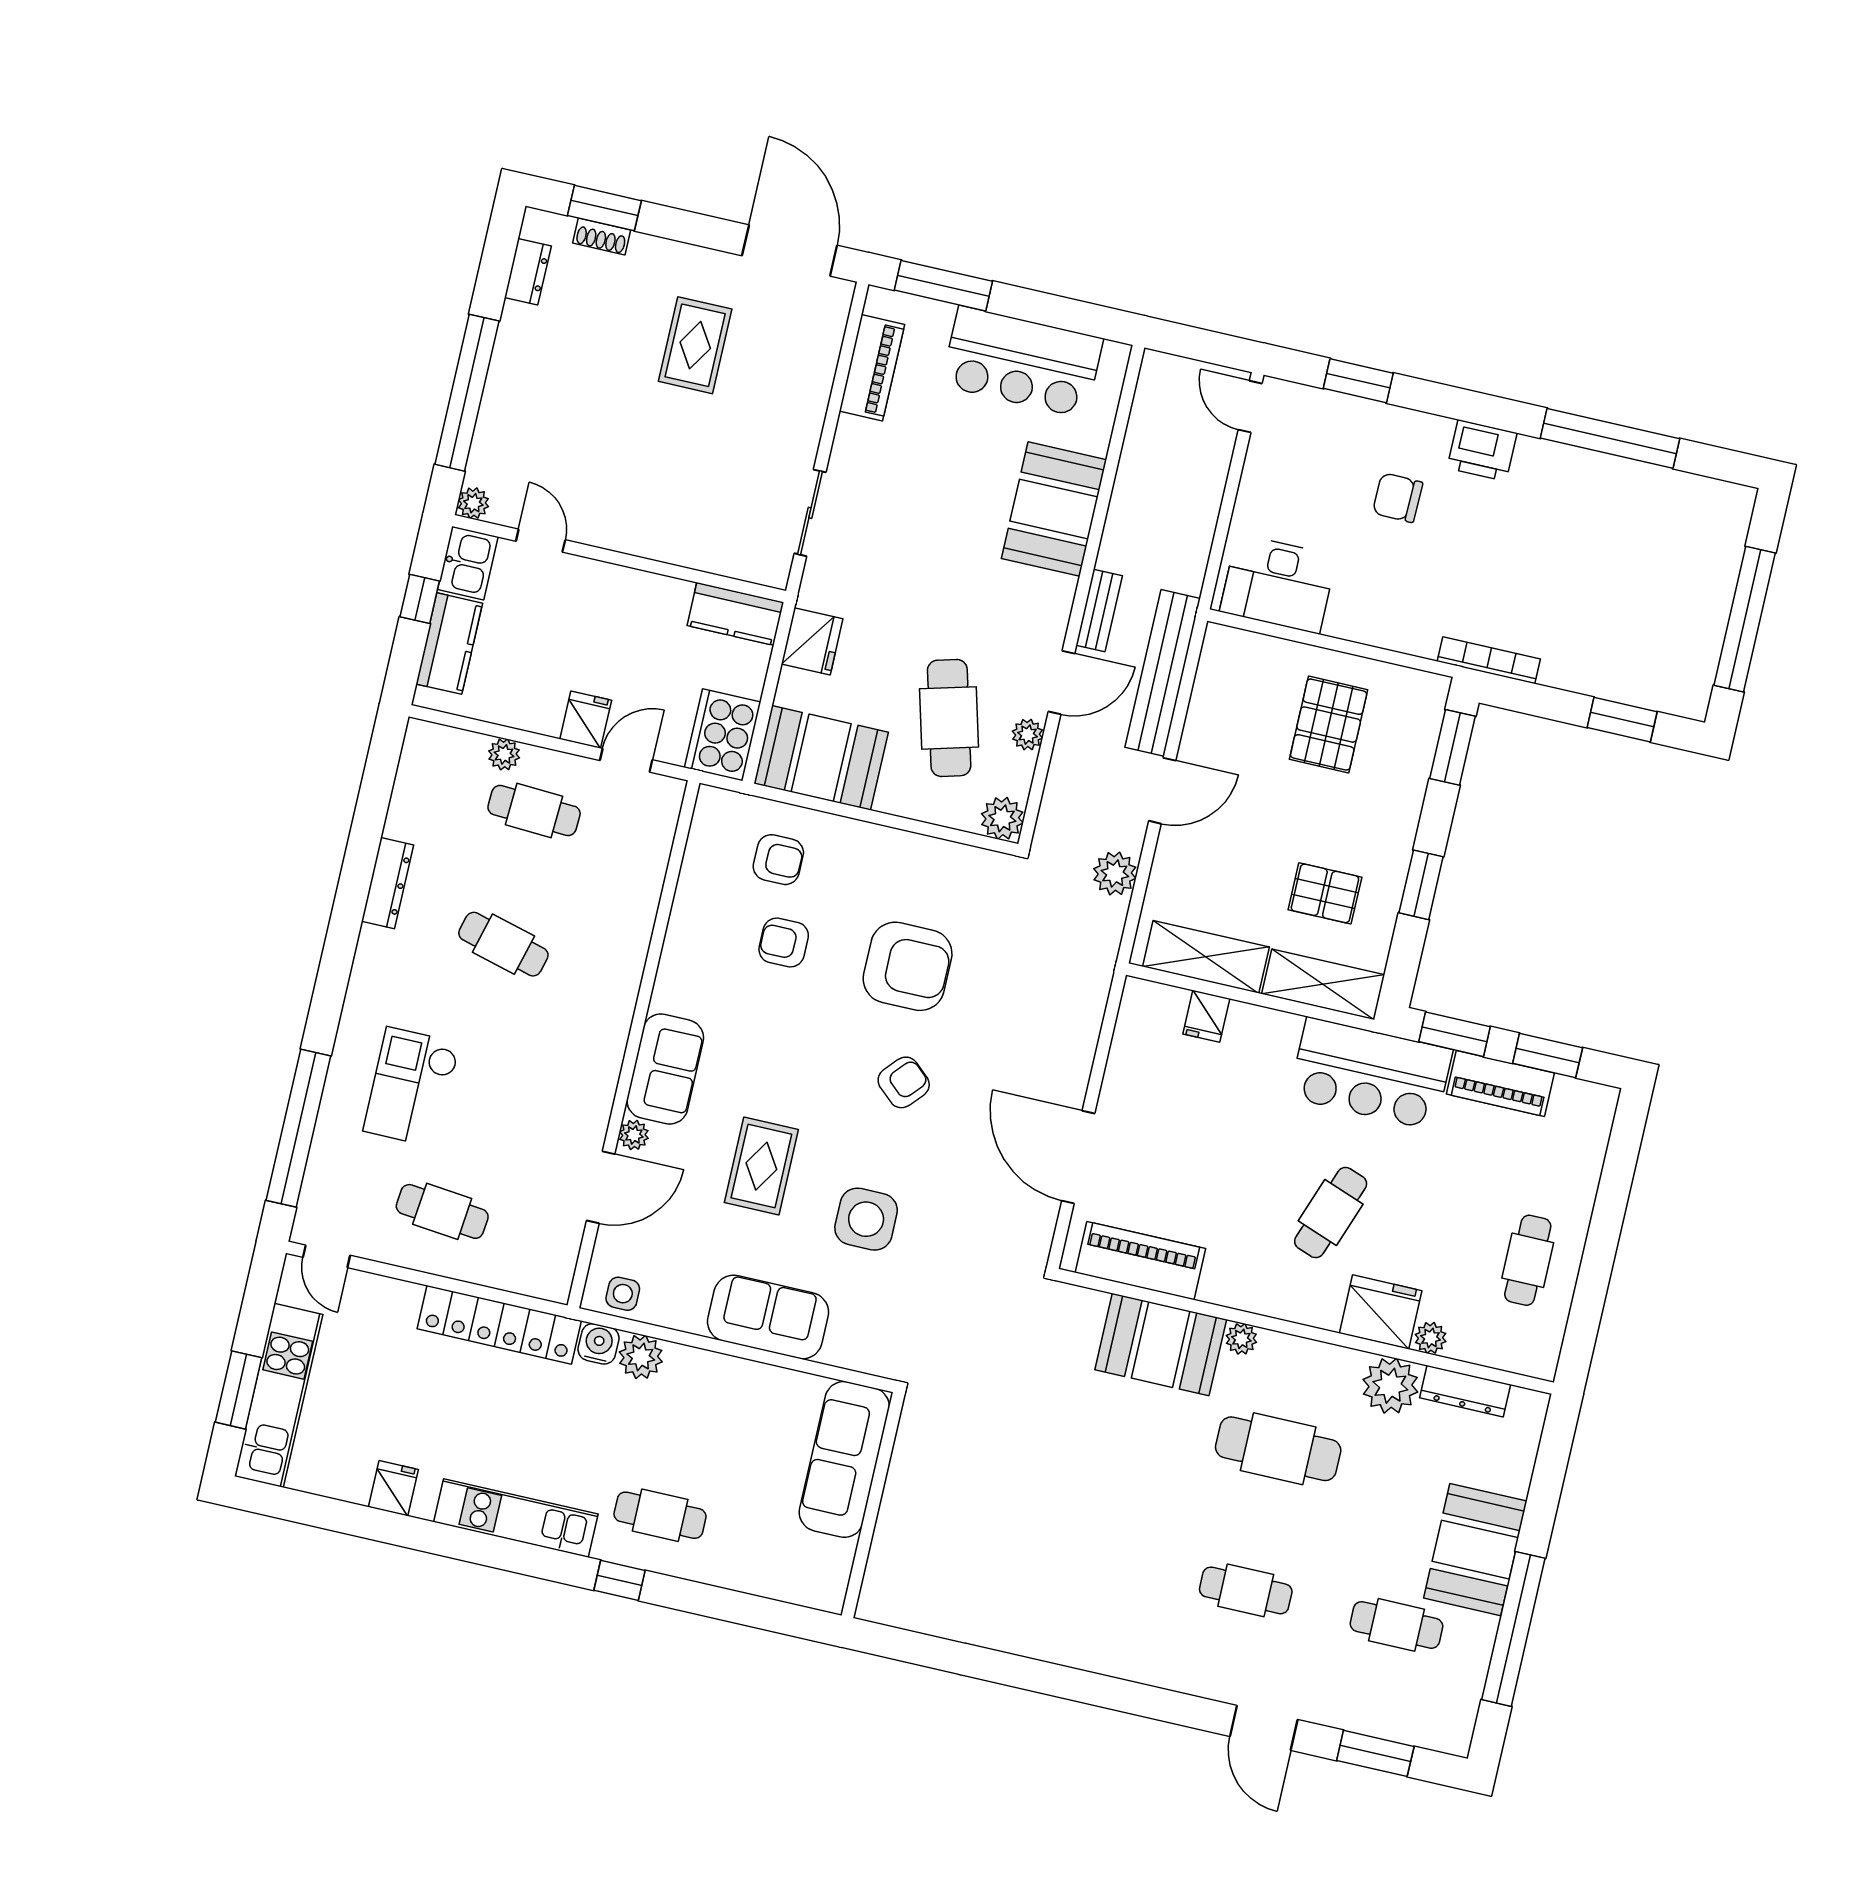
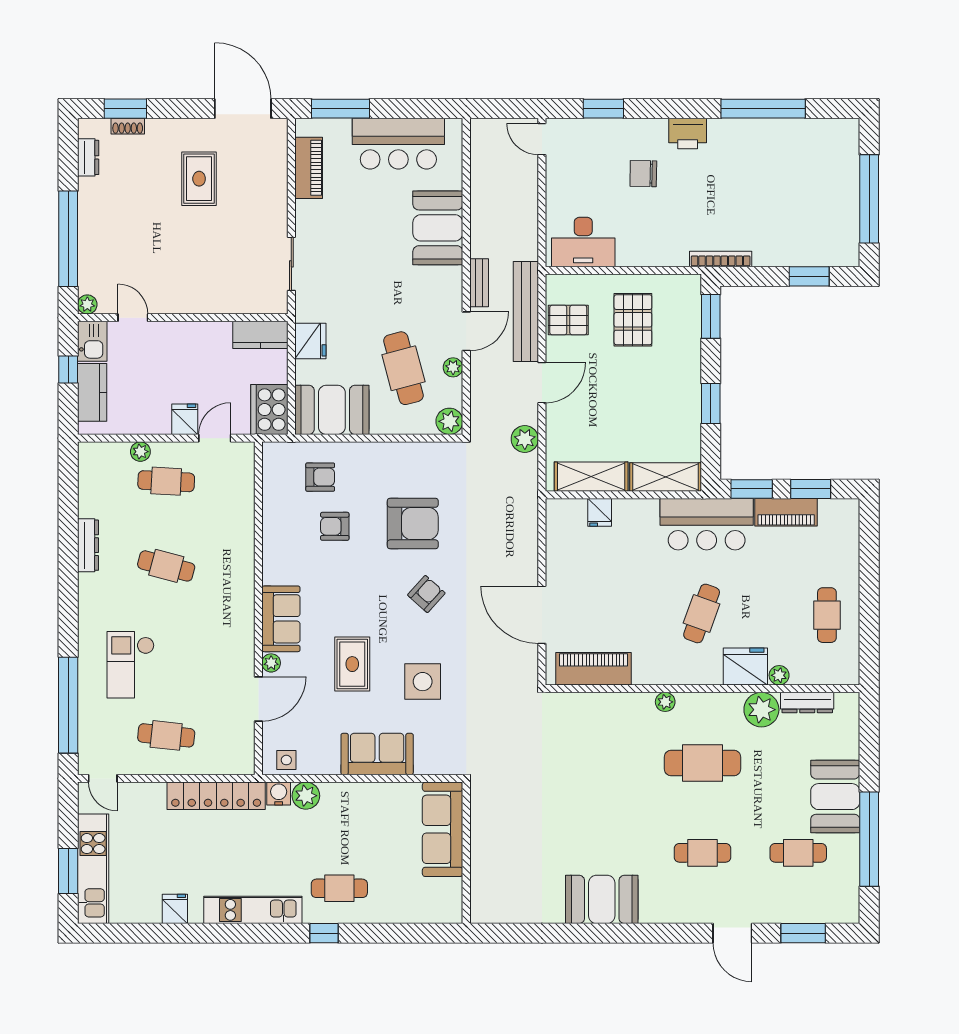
pallet: (1325, 893) -> (568, 320), moved
booth: (1161, 1345) -> (602, 899), moved

